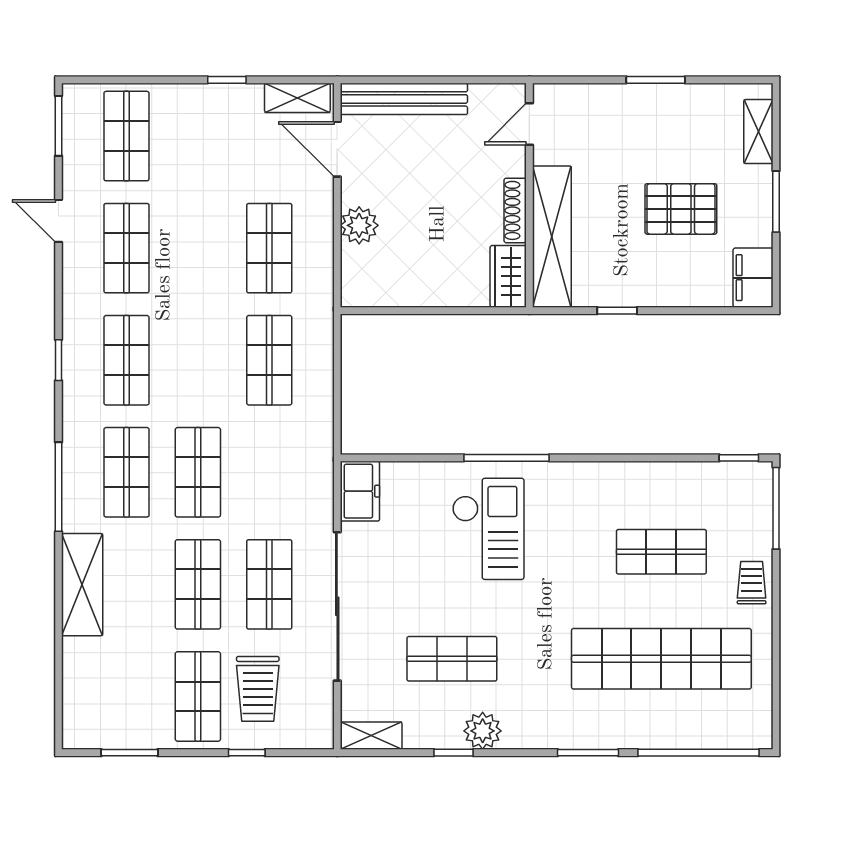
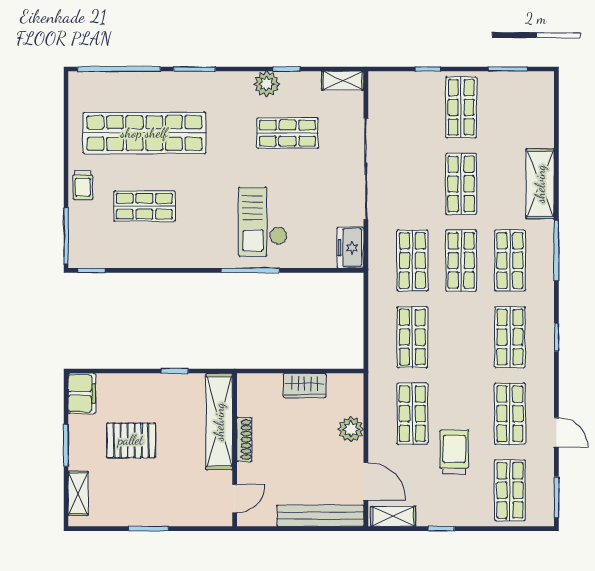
wardrobe: (508, 276) -> (305, 385), moved, turned 90
shop shelf: (269, 584) -> (412, 261), moved
trolley: (258, 689) -> (454, 452), moved

